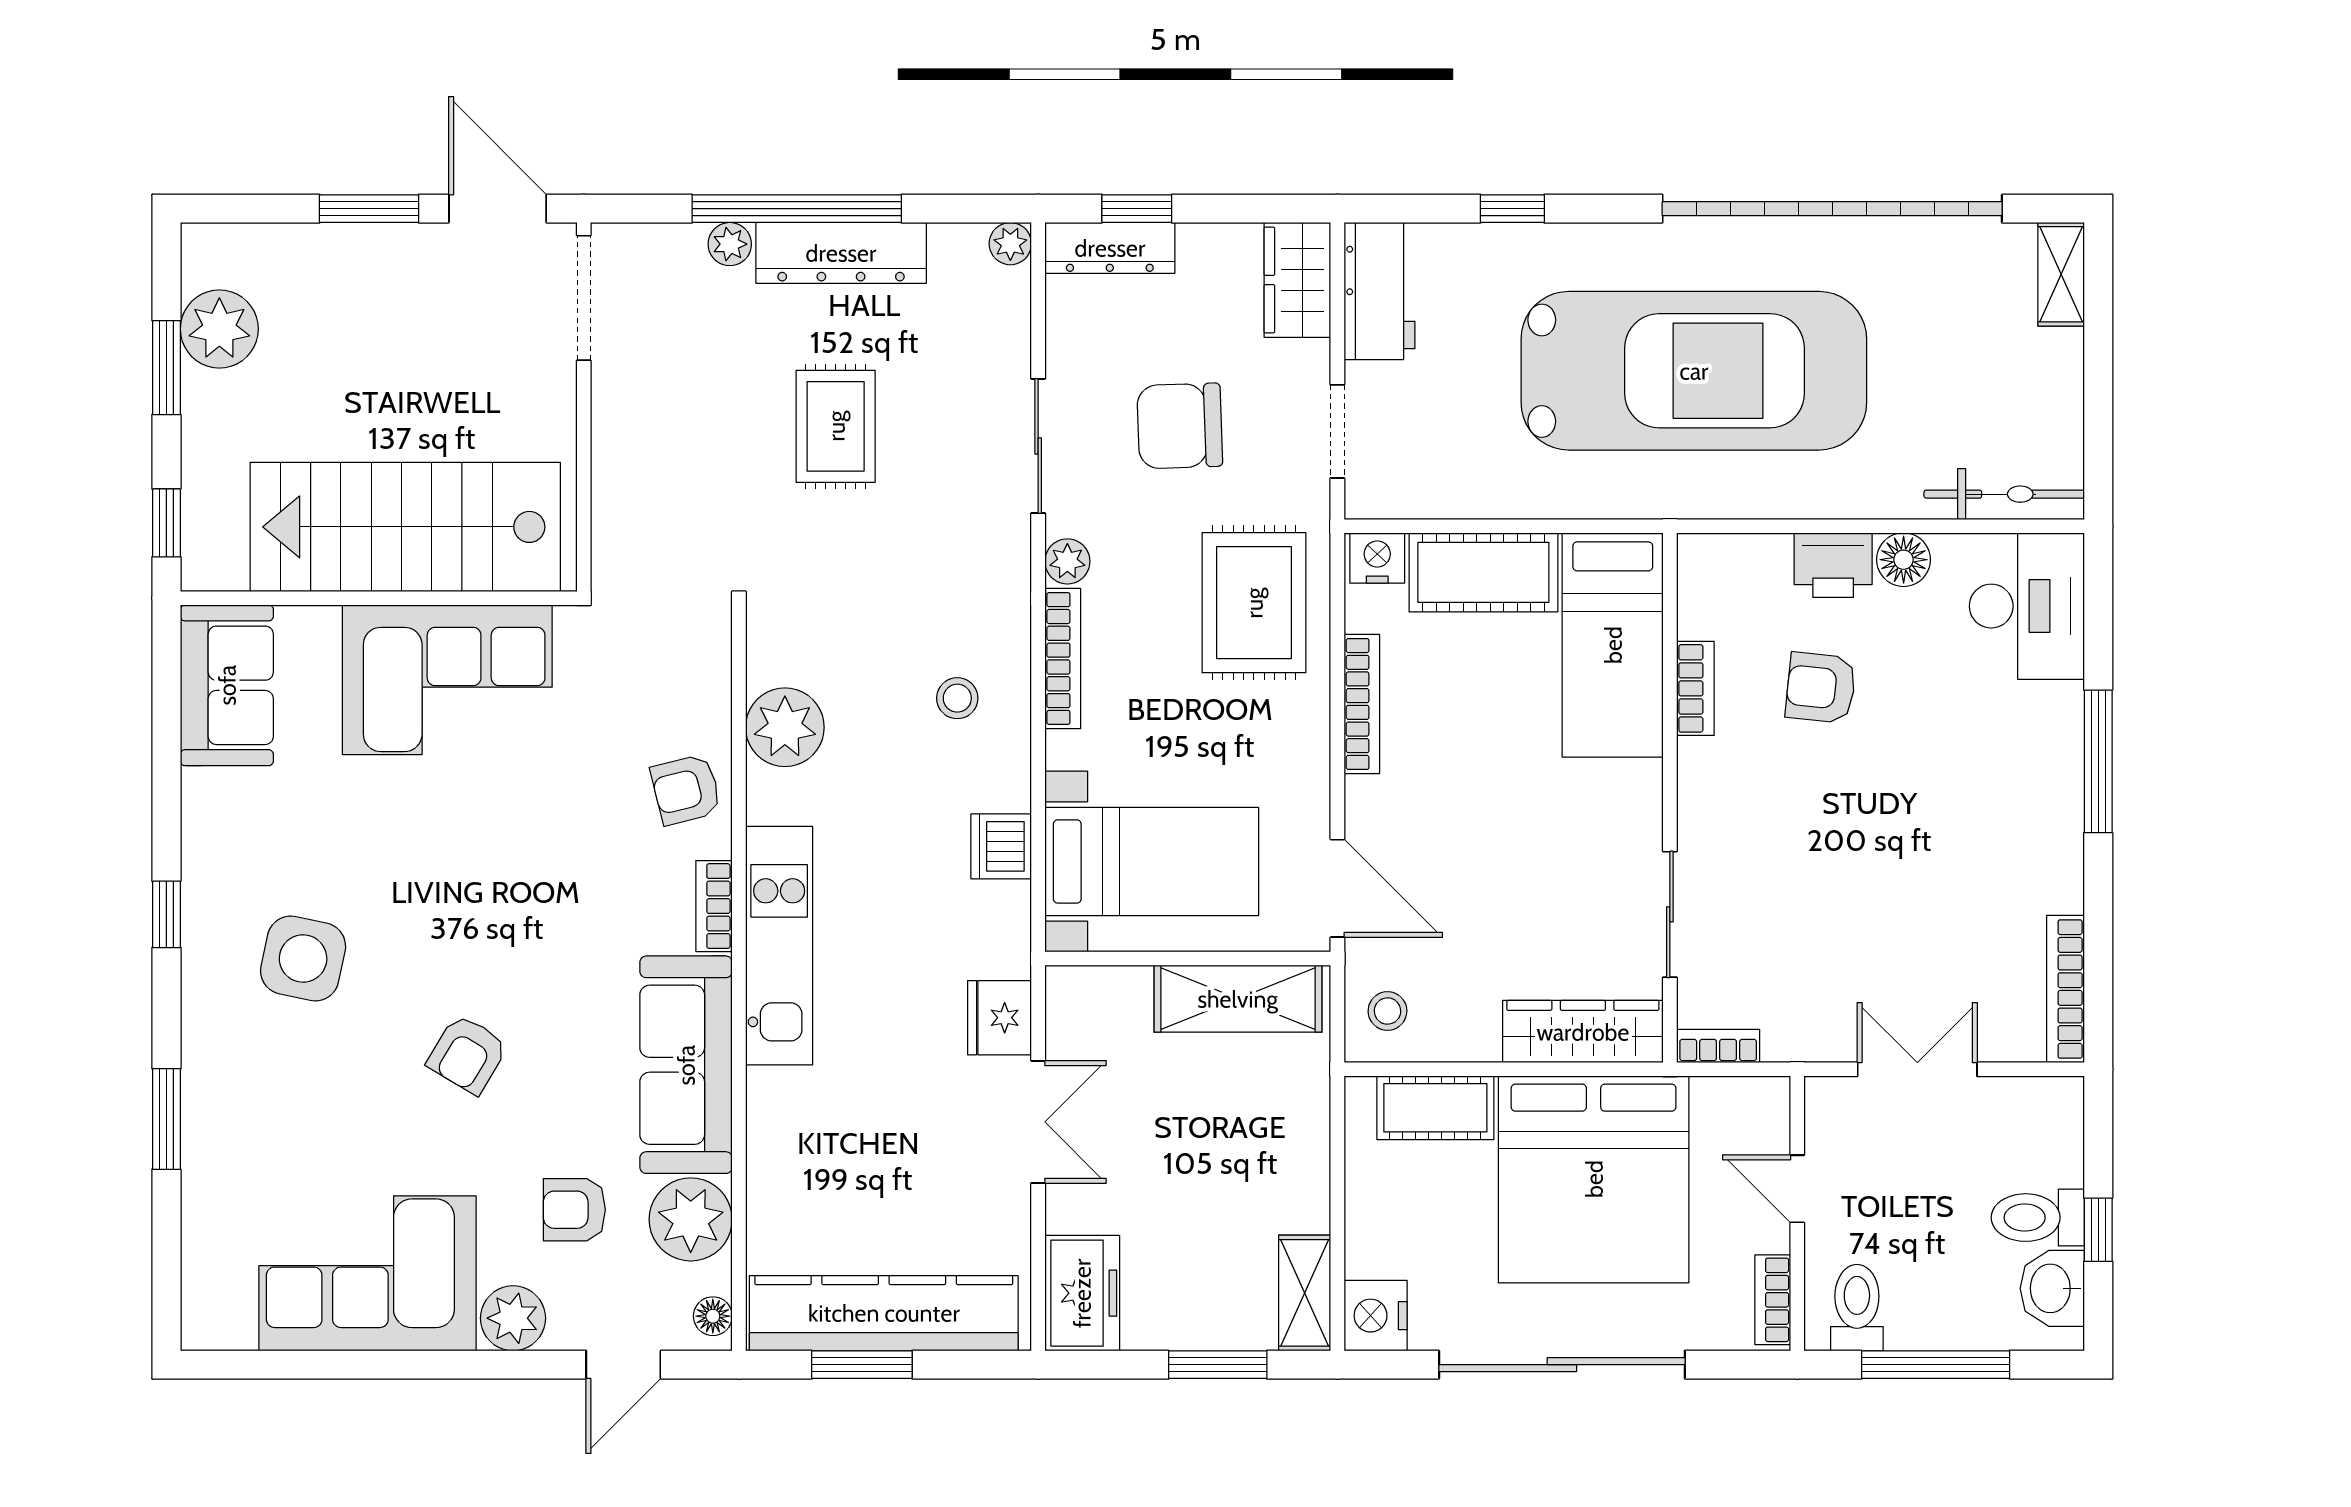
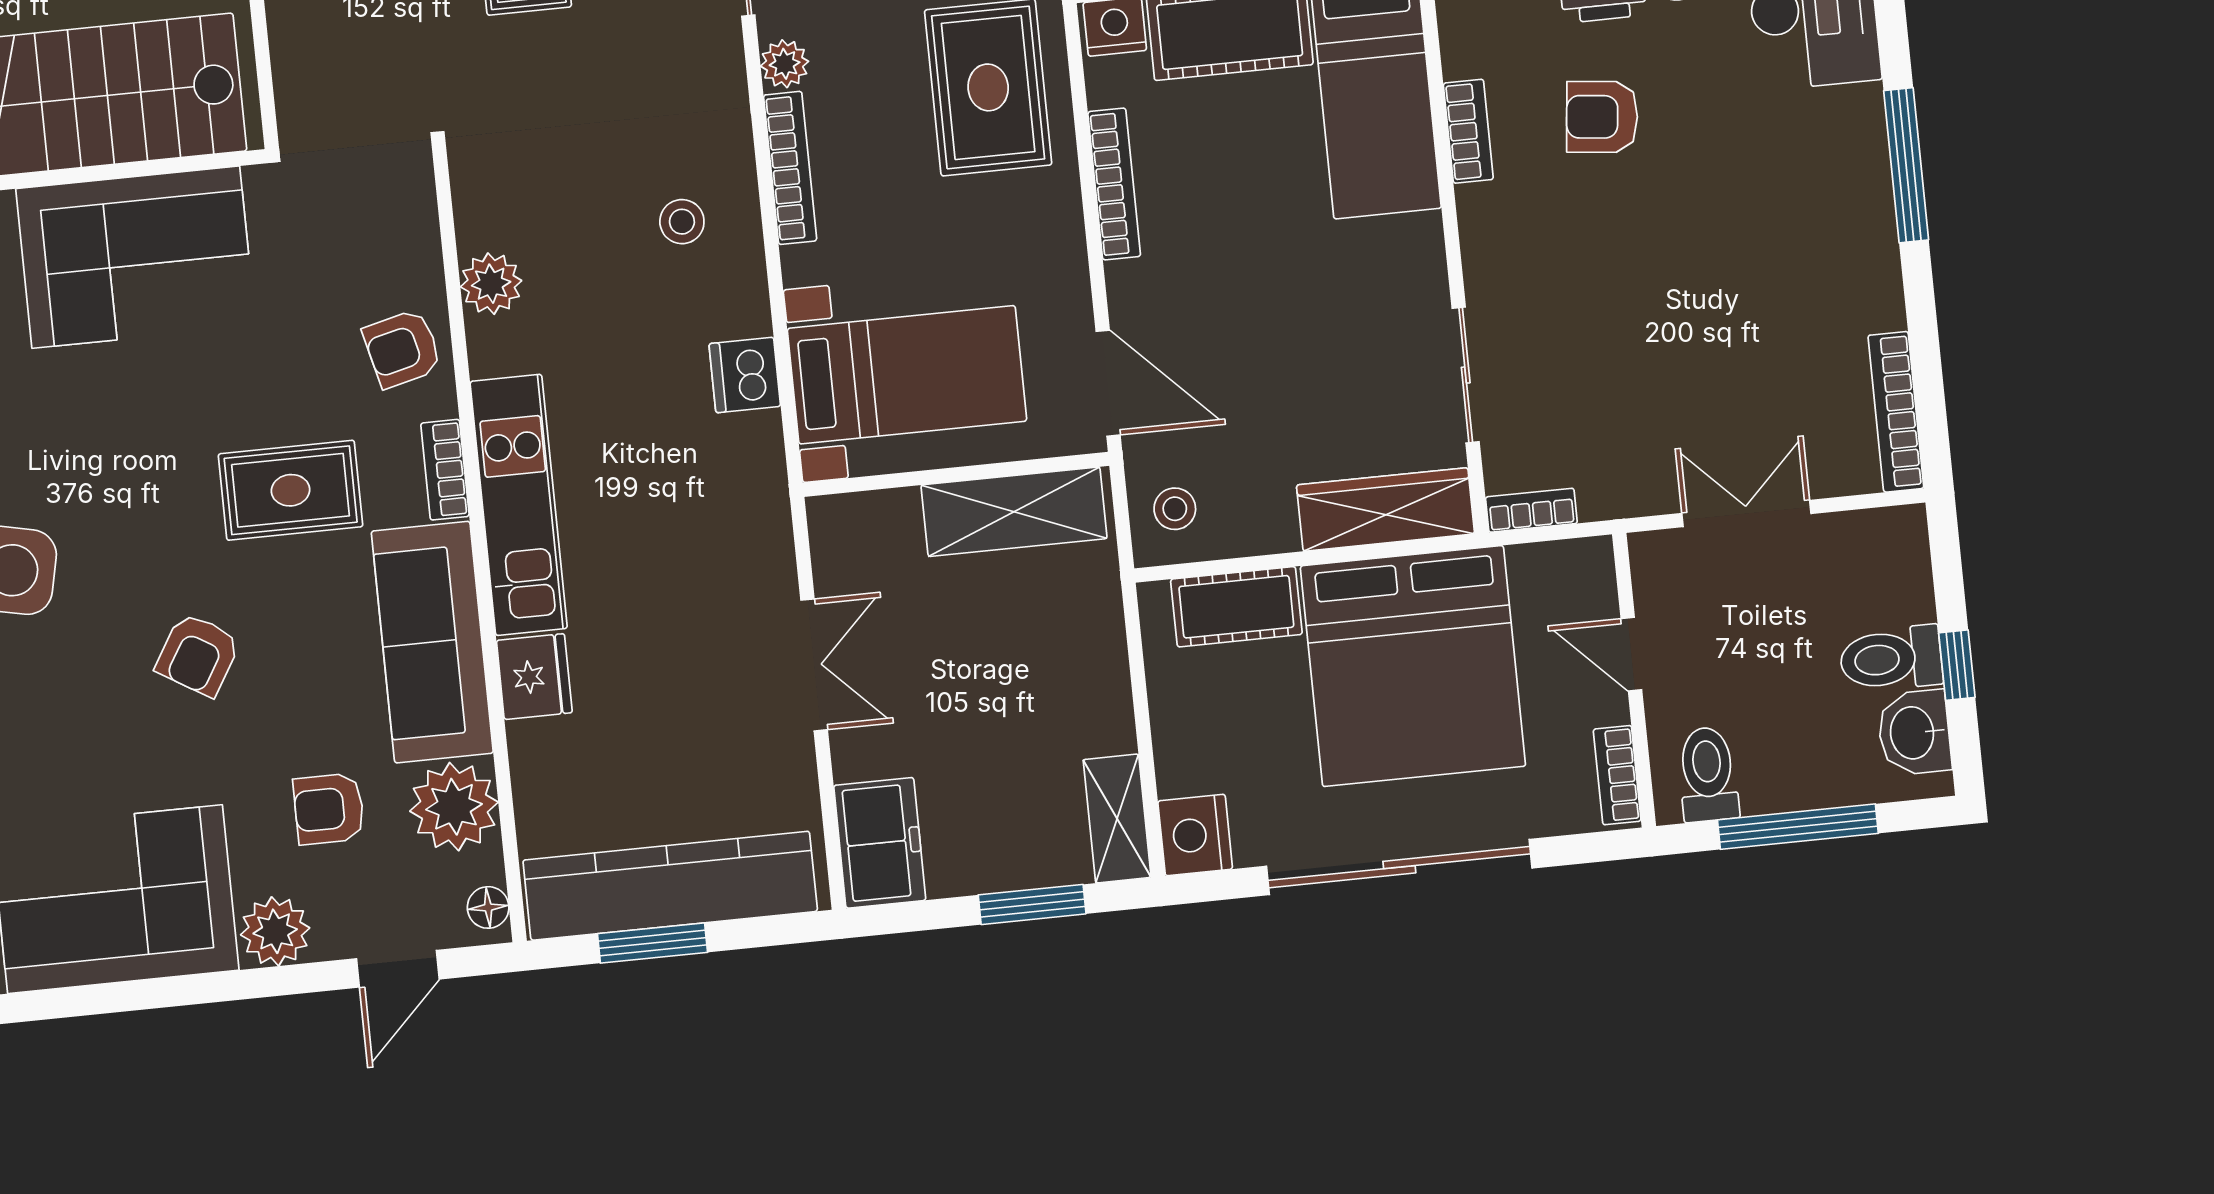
plant: (785, 727) -> (491, 284), width x0.73, depth x0.73
rug: (569, 911) -> (291, 490), added
fridge: (1000, 1018) -> (534, 677), moved, turned 180

